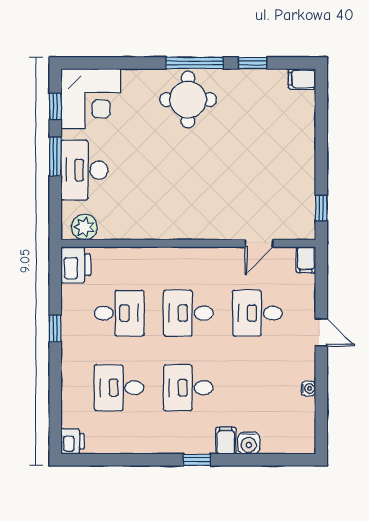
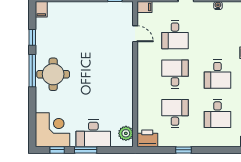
desk: (188, 313) -> (175, 74), turned 180

